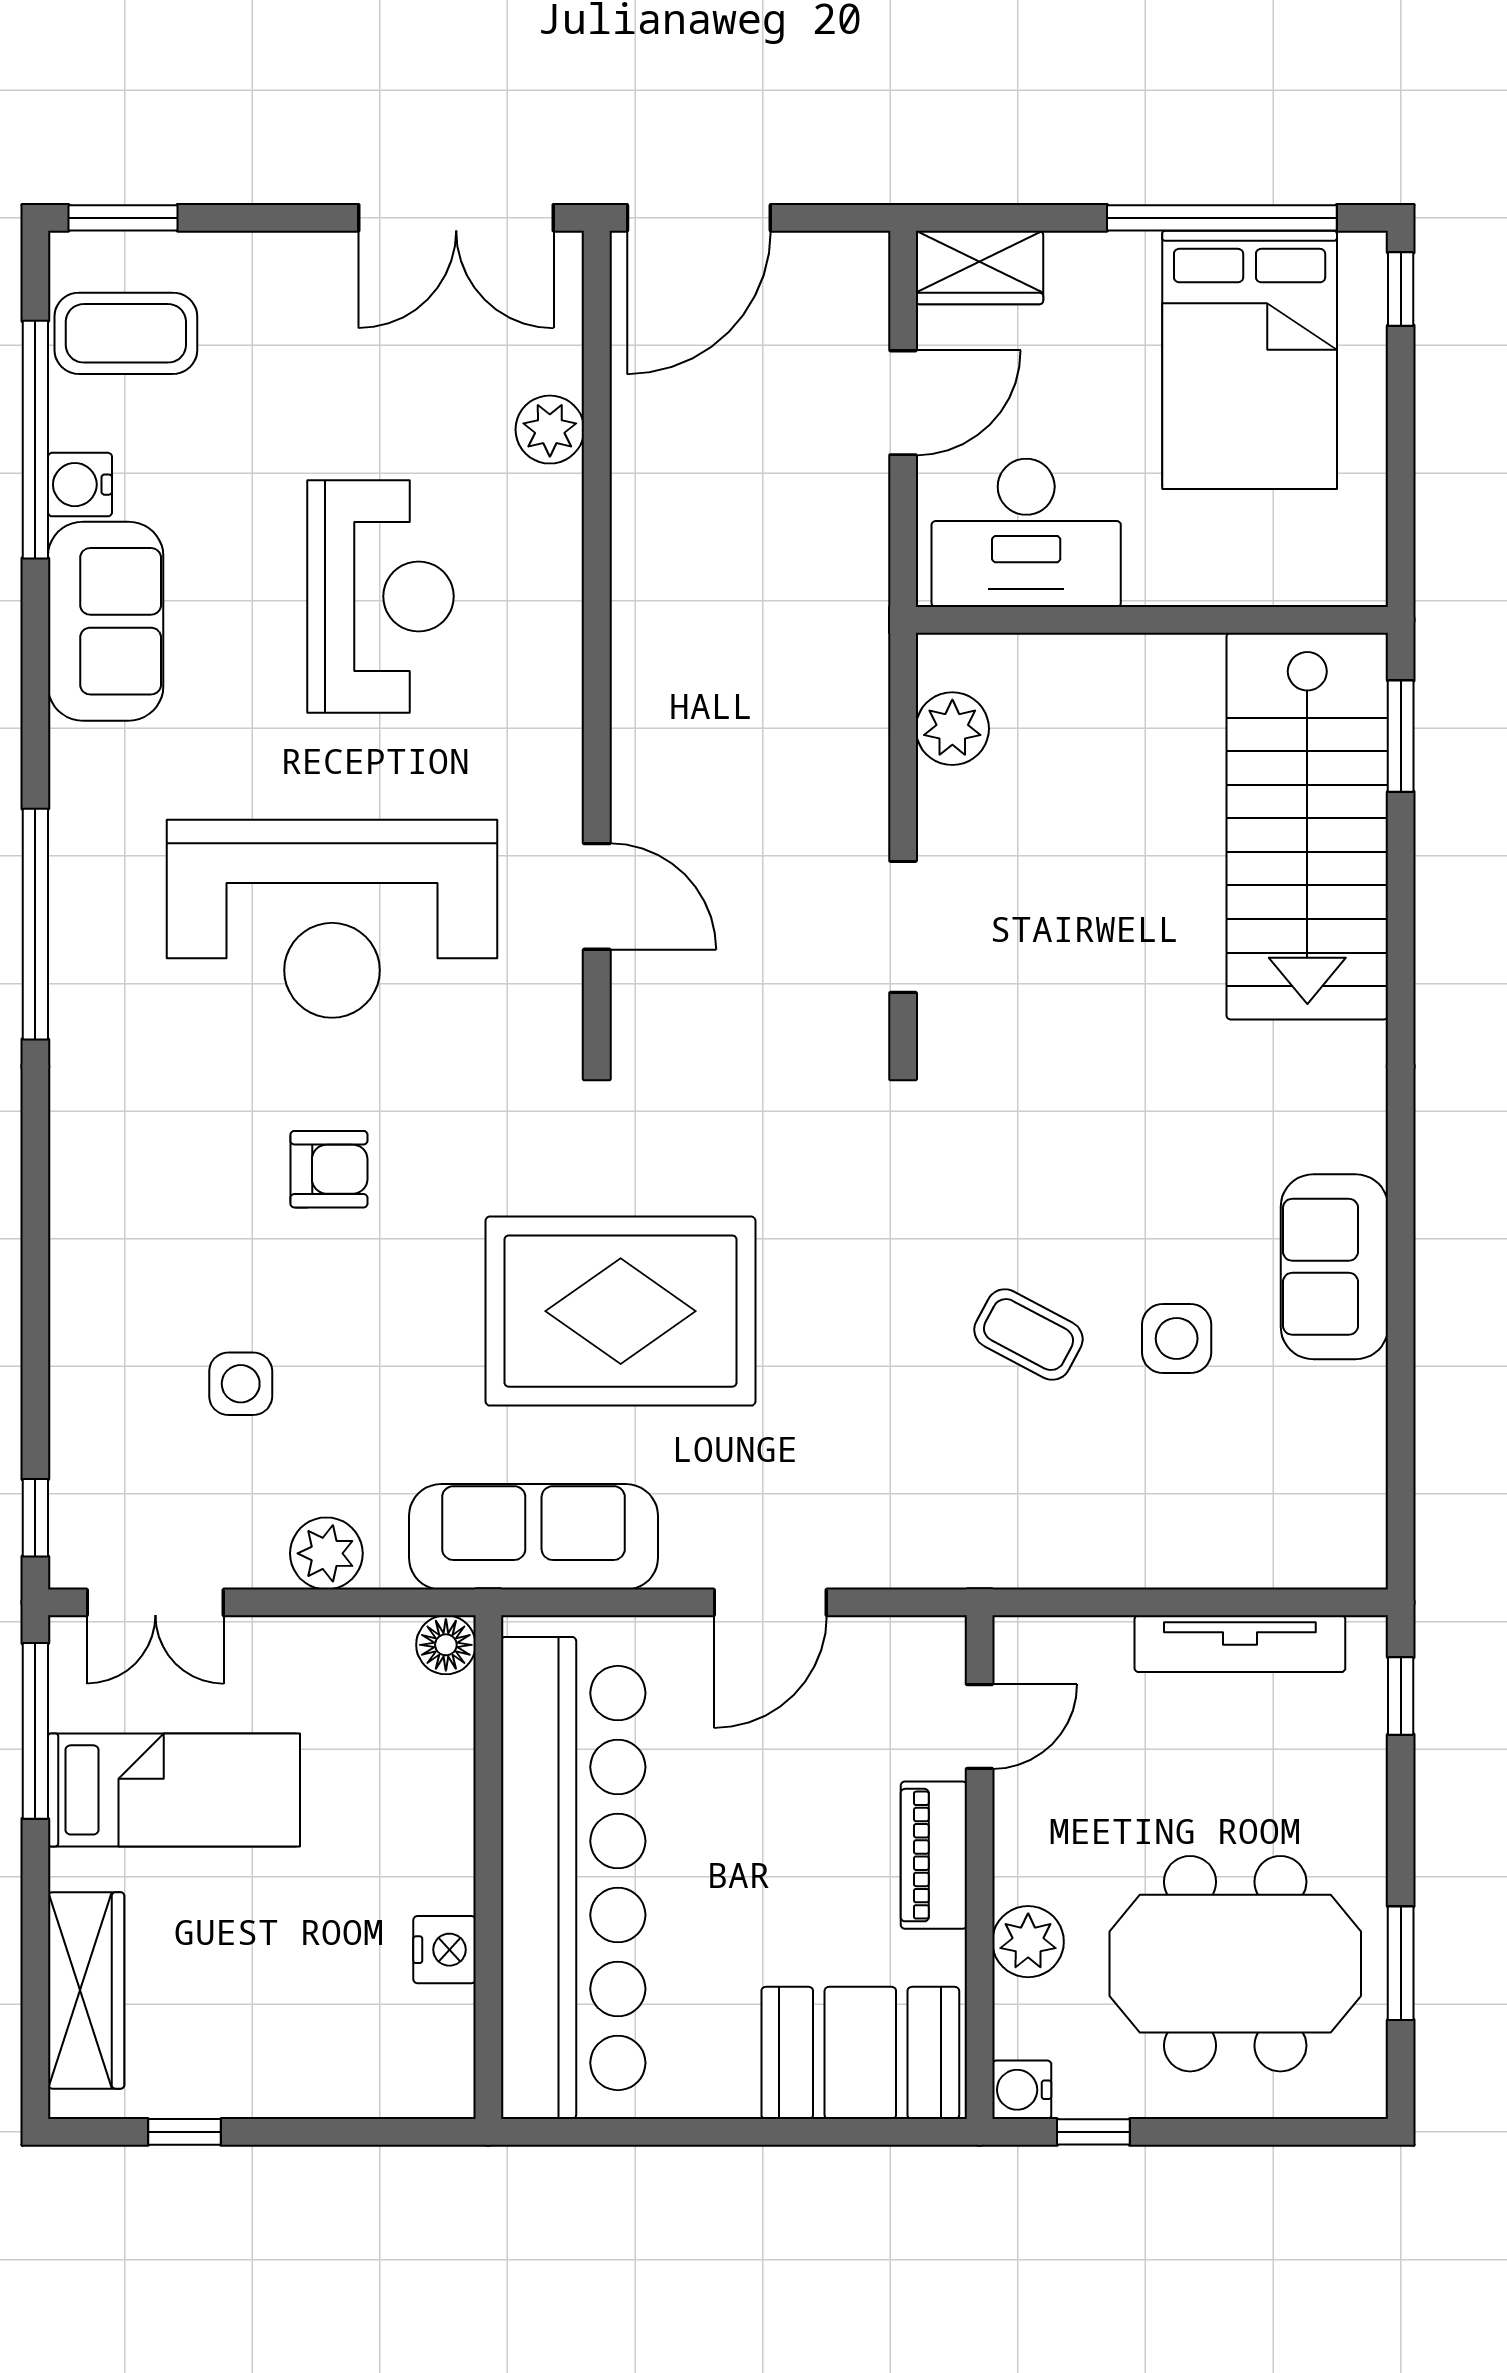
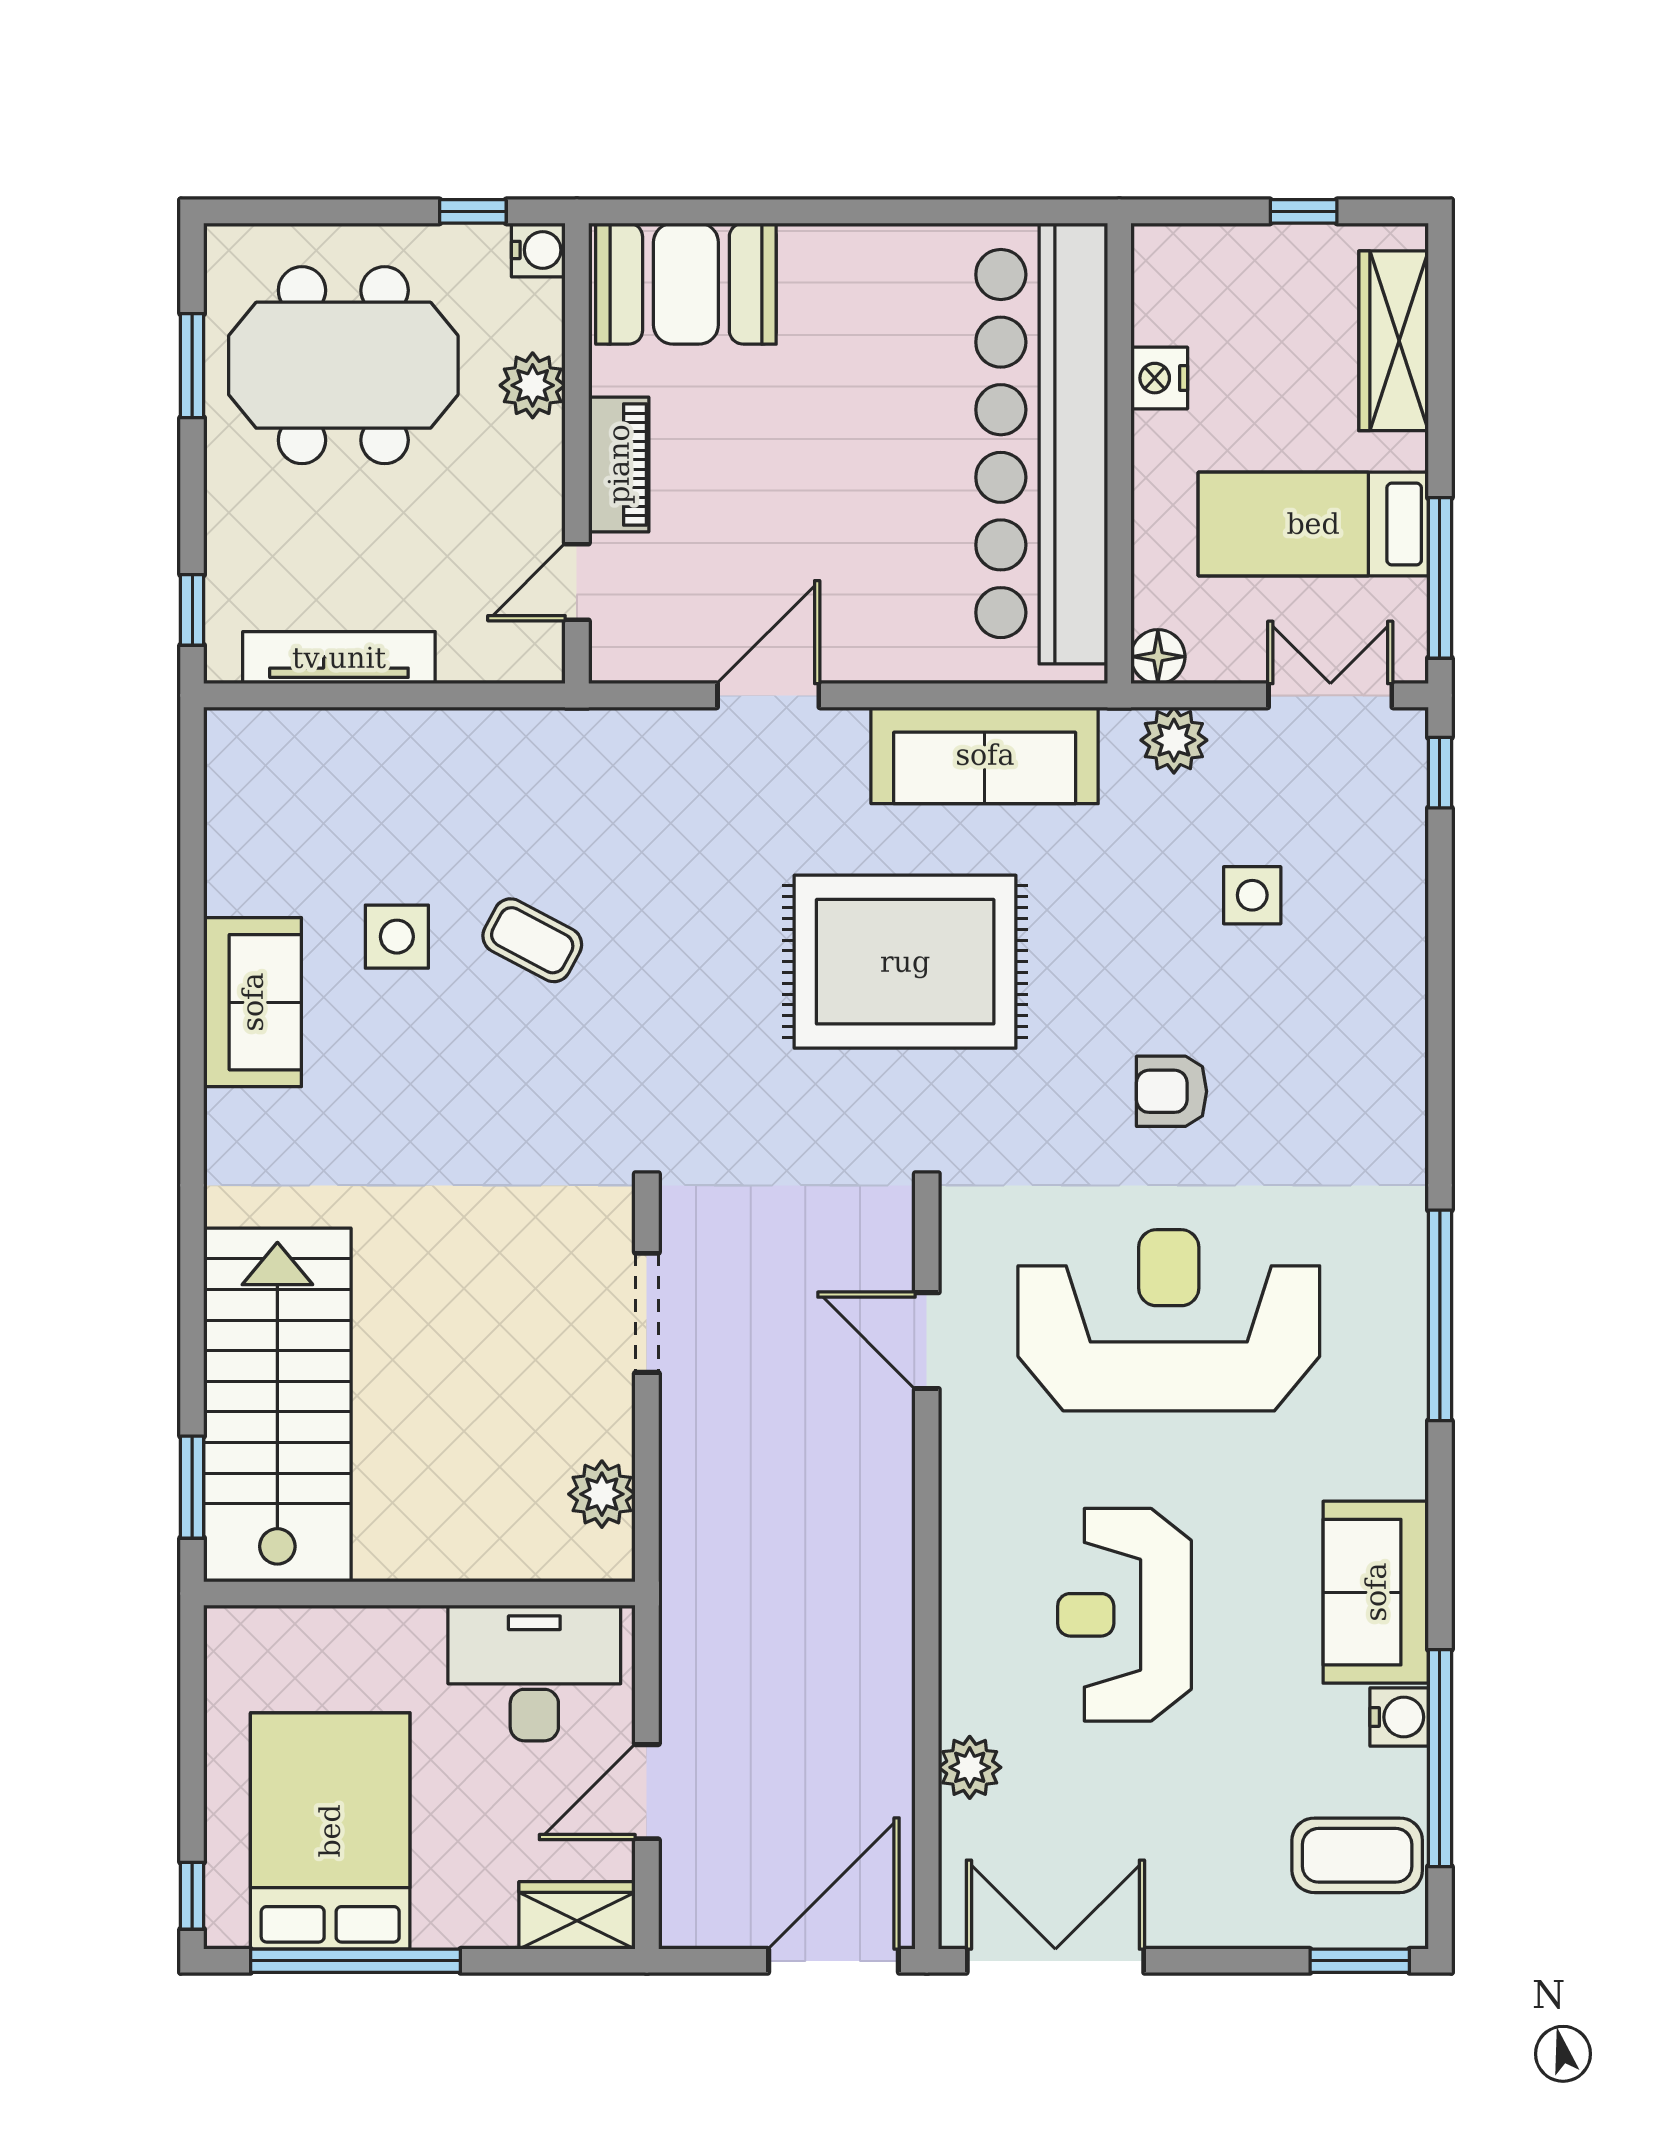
floor lamp: (446, 1645) -> (1158, 657), moved
wall: (488, 1867) -> (1119, 453), moved
bar counter: (573, 1878) -> (1042, 444), moved
nightstand: (445, 1950) -> (1159, 378), moved

